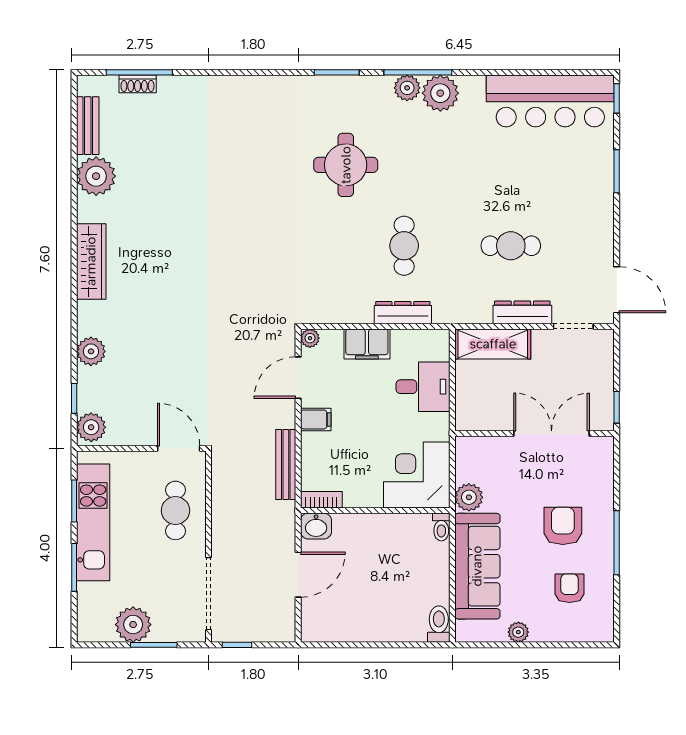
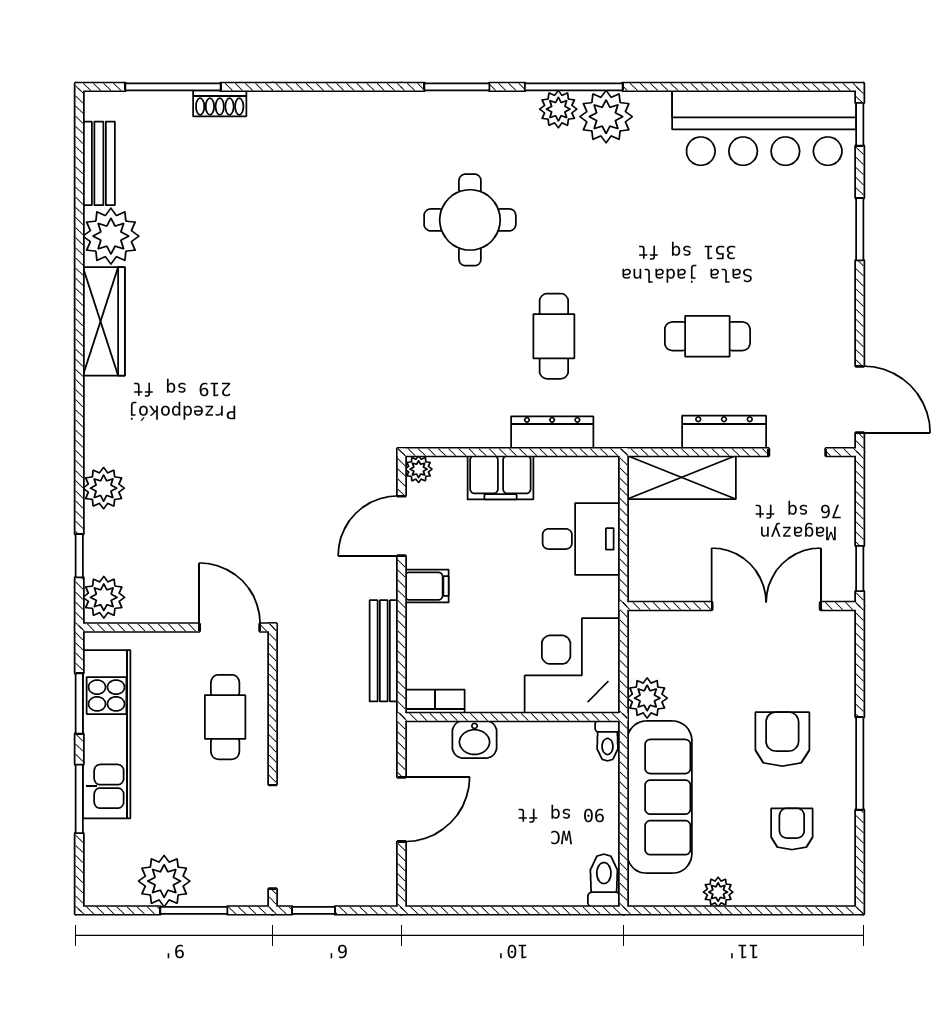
shoe rack: (138, 84) -> (220, 103), moved
wardrobe: (91, 261) -> (104, 321), moved
washbasin: (316, 526) -> (475, 739), moved

